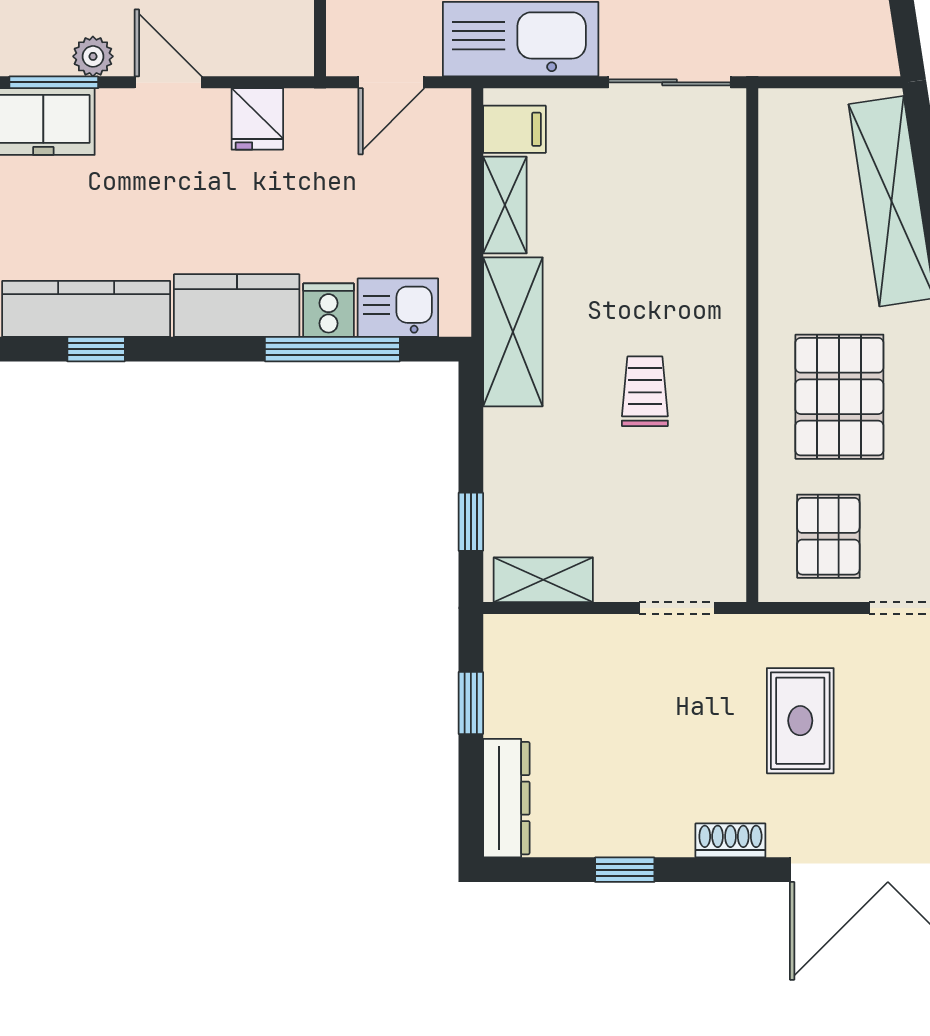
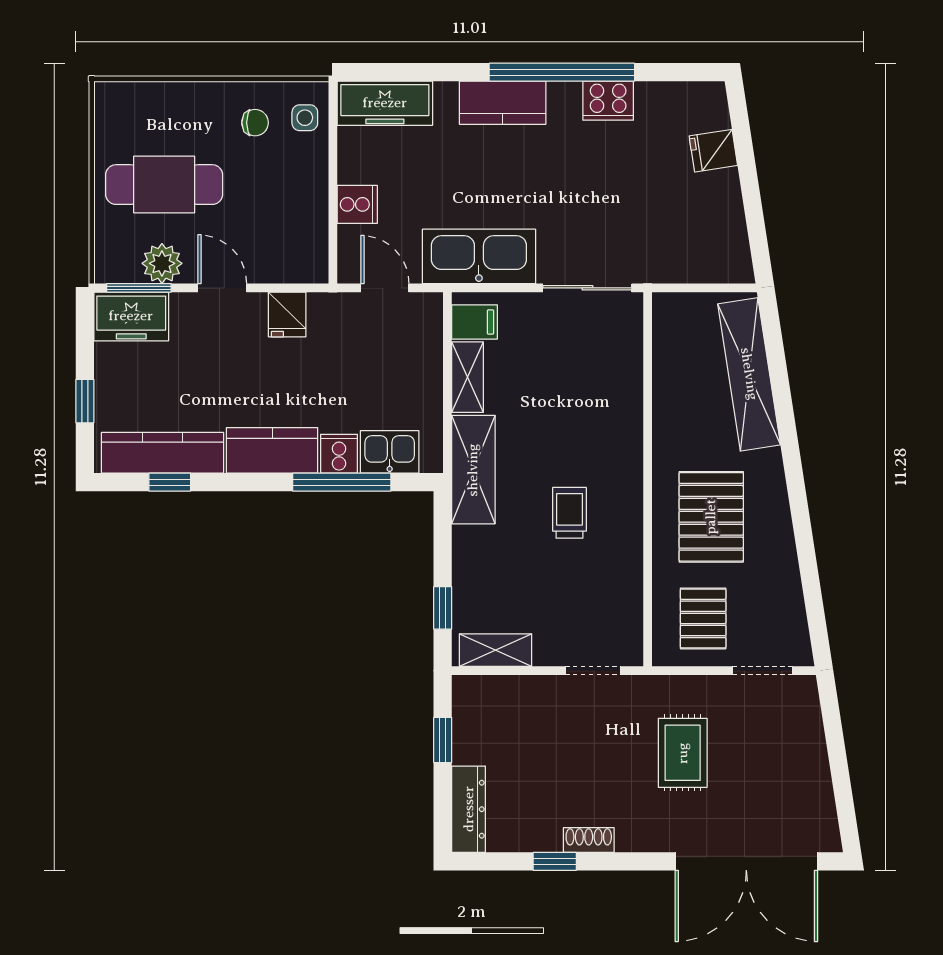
plant: (93, 56) -> (162, 263), width x1.38, depth x1.38
door: (391, 82) -> (385, 288), swing flipped
shoe rack: (730, 840) -> (589, 840), moved

